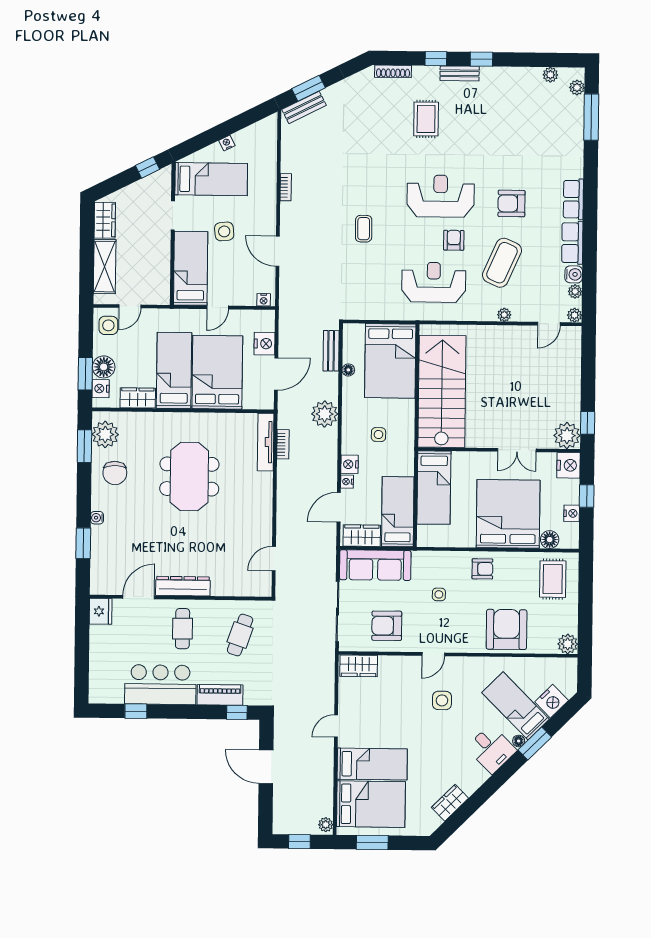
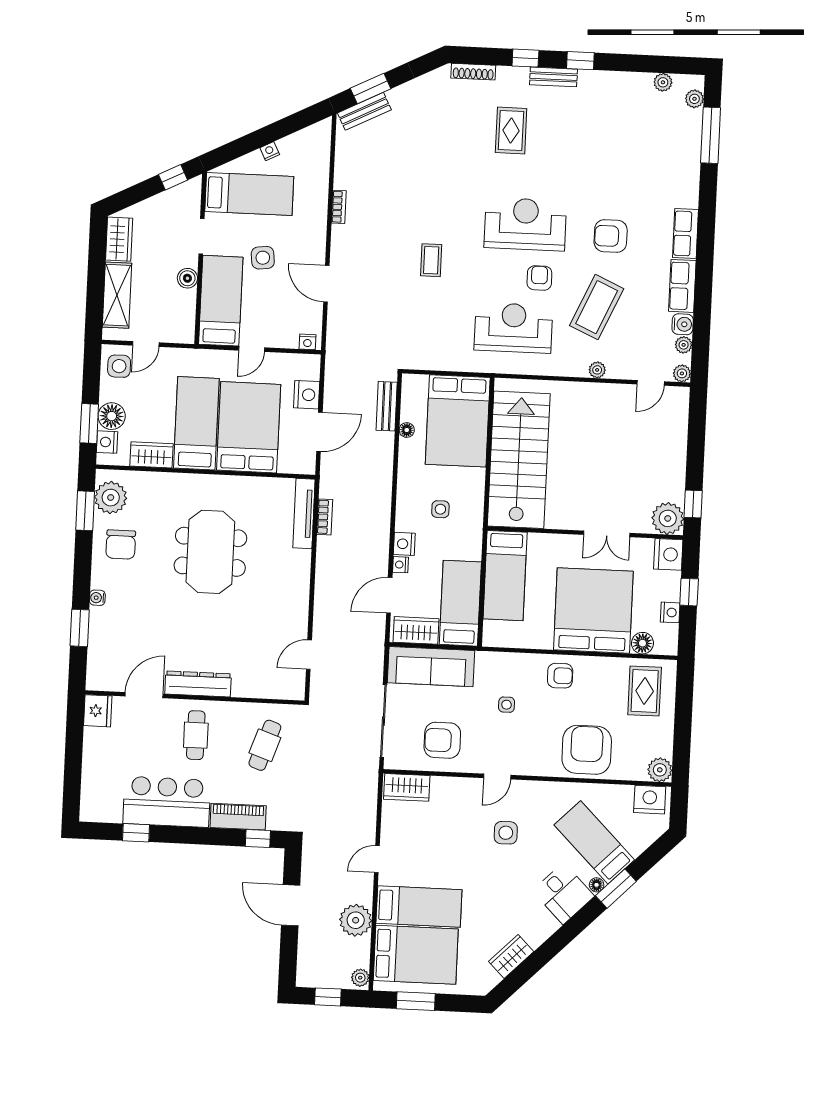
boiler: (162, 251) -> (187, 278), added
plant: (325, 414) -> (356, 920), moved
nightstand: (552, 701) -> (650, 800), moved, turned -135

